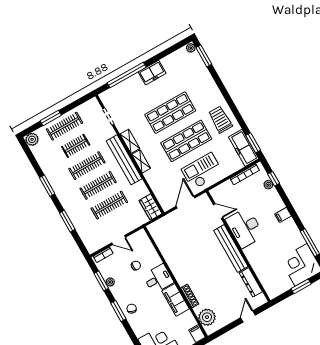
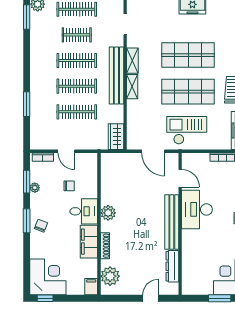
window: (47, 186) -> (27, 17), moved
door: (186, 202) -> (153, 151), swing flipped
plant: (178, 269) -> (108, 213), added

